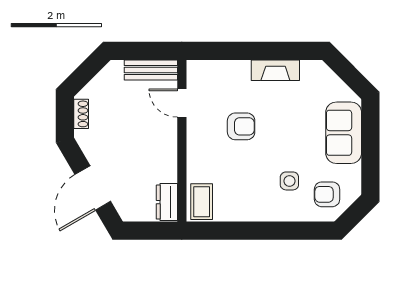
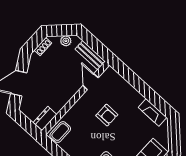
fireplace: (275, 70) -> (152, 112), moved
plant: (103, 80) -> (66, 41), added

